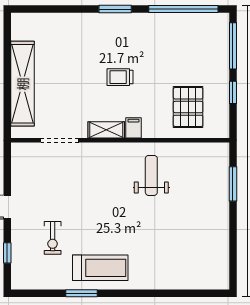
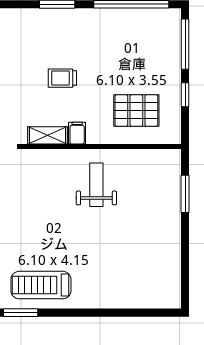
pallet: (188, 107) -> (136, 111), turned 90
treadmill: (100, 268) -> (41, 285), turned 180

